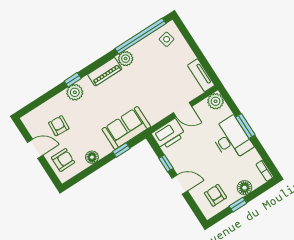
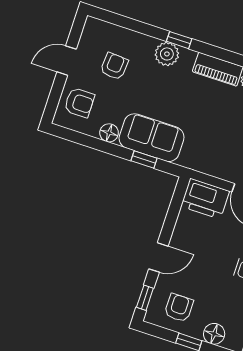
sofa: (126, 128) -> (152, 138), moved
door: (35, 149) -> (67, 61), swing flipped
window: (166, 163) -> (145, 298), moved
door: (180, 185) -> (158, 257), hinge flipped

